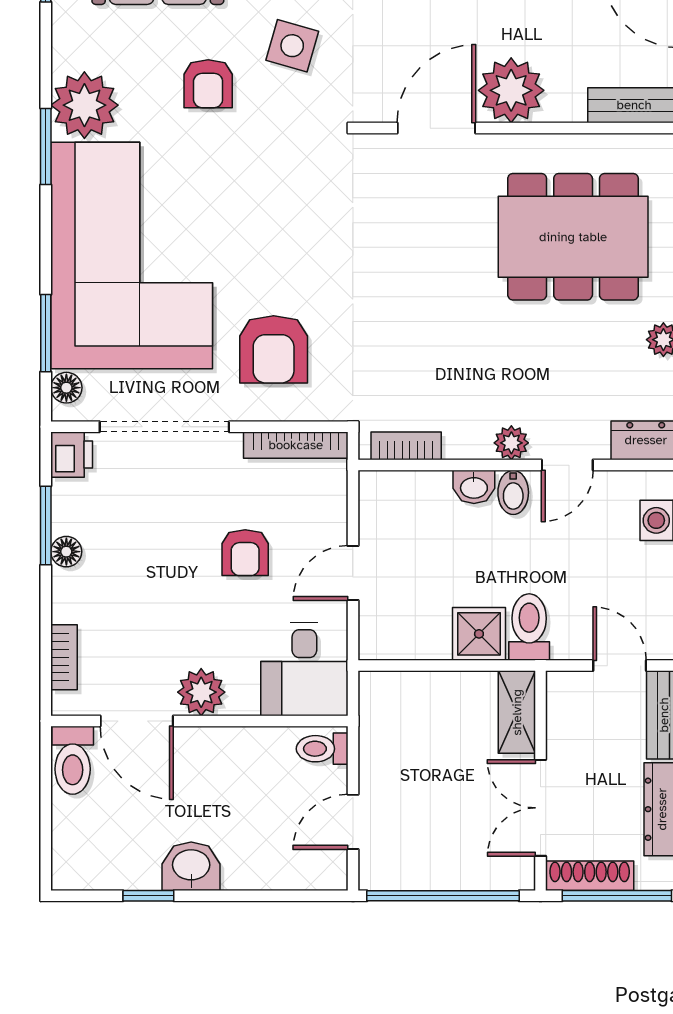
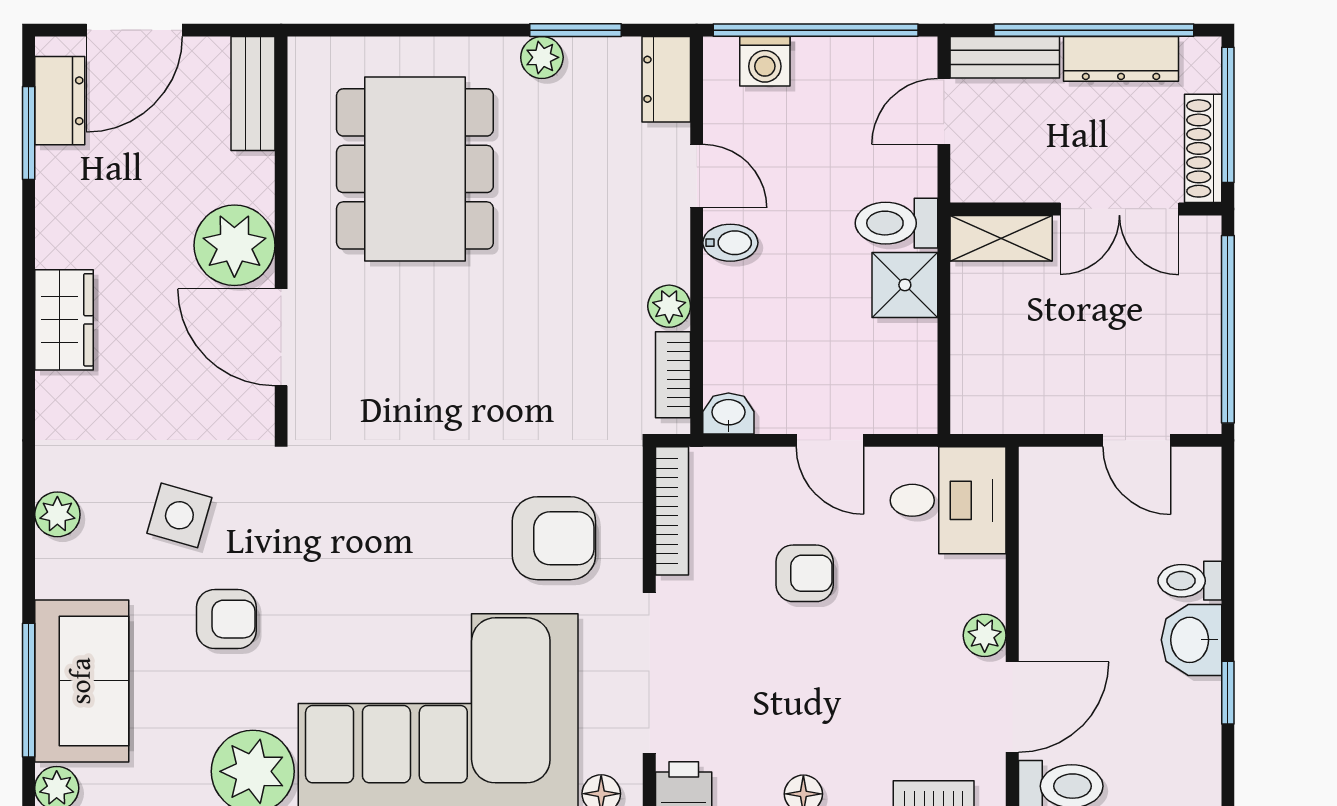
plant: (511, 443) -> (669, 306), moved
washbasin: (474, 487) -> (728, 413), moved, turned -90
plant: (201, 692) -> (985, 635), width x0.73, depth x0.73
toilet: (322, 749) -> (1190, 581), moved, turned 90

